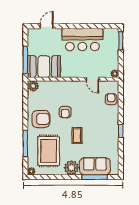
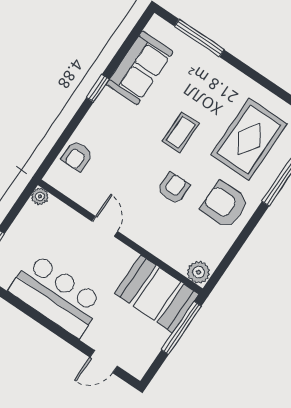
door: (92, 79) -> (105, 226), moved
sofa: (95, 166) -> (140, 68), moved, turned -90
plant: (71, 168) -> (229, 82), removed

